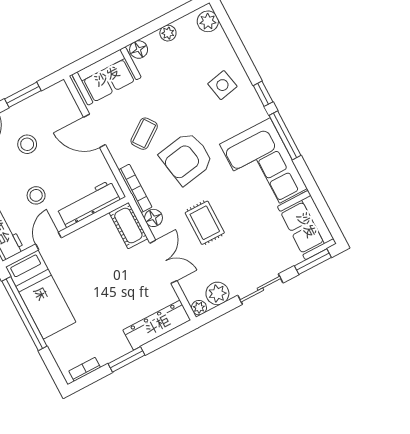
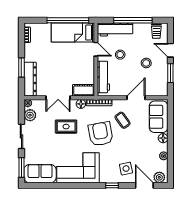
door: (235, 39) -> (144, 185), added
window: (285, 135) -> (87, 185), removed
window: (126, 359) -> (21, 67), moved

